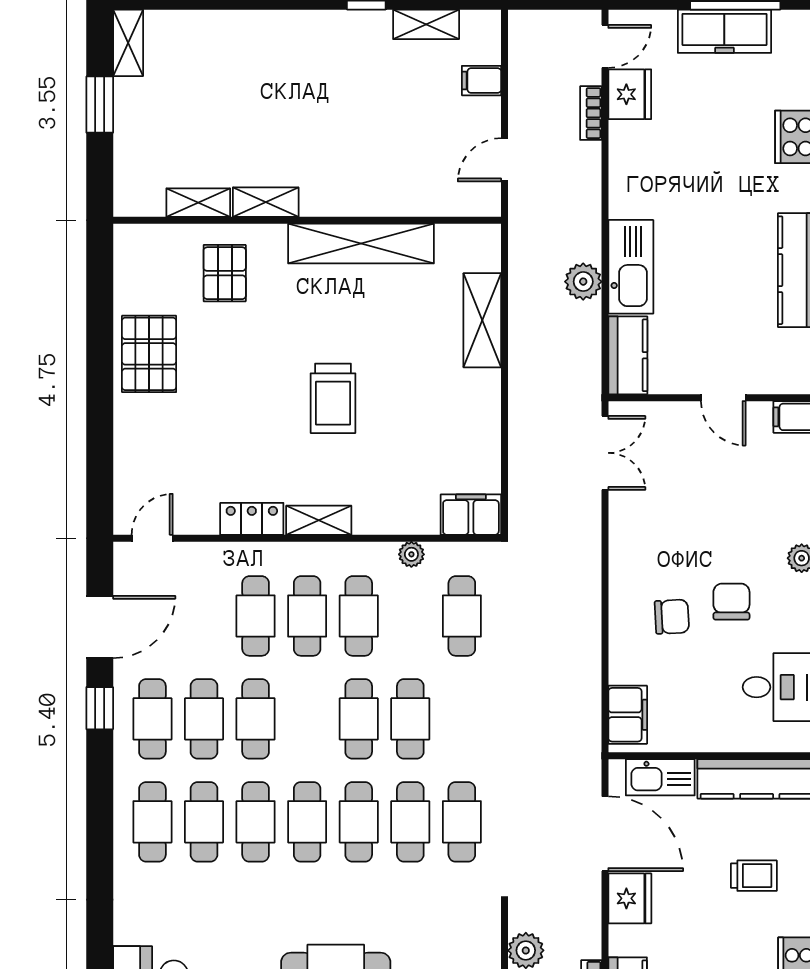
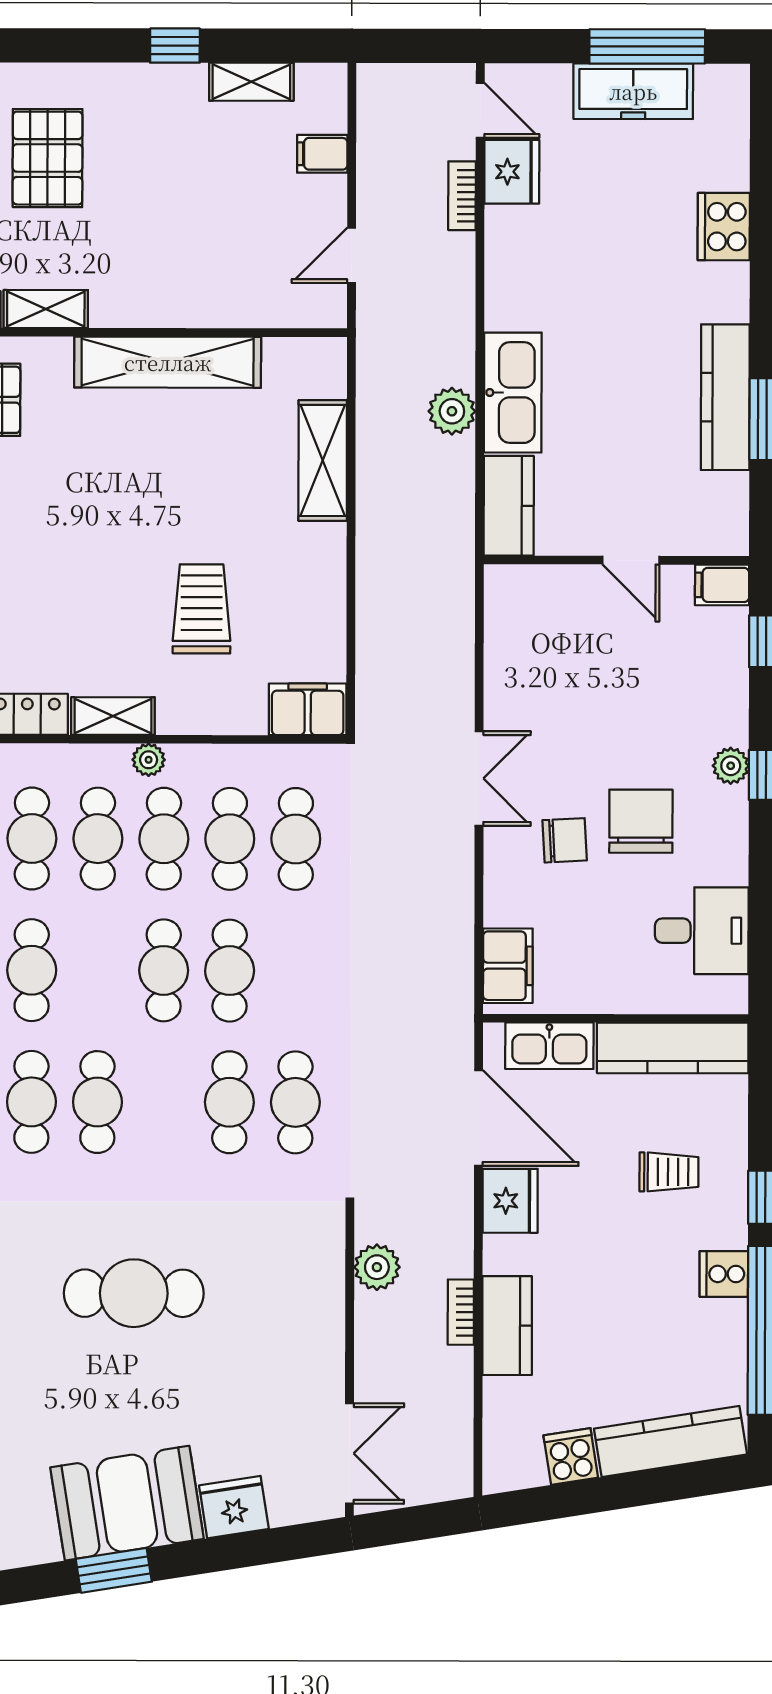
door: (605, 46) -> (480, 110), hinge flipped
pallet: (267, 84) -> (48, 158), added
trolley: (333, 398) -> (202, 609), moved, turned 180
double door: (605, 453) -> (479, 778), moved
plant: (411, 554) -> (149, 760), moved
chair: (731, 602) -> (641, 821), width x1.37, depth x1.37
cafe table: (359, 822) -> (230, 839), moved

